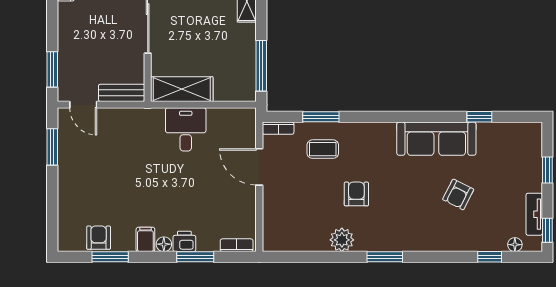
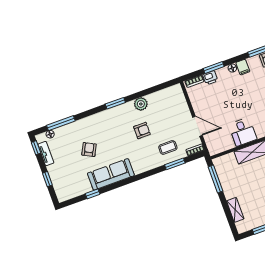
armchair: (356, 194) -> (142, 130), turned -90
printer: (184, 241) -> (210, 78), moved
window: (490, 257) -> (61, 123), width x2.17

